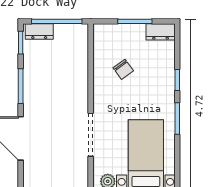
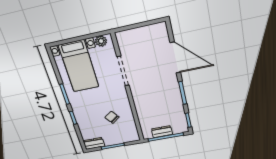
dresser: (39, 31) -> (162, 132), moved

